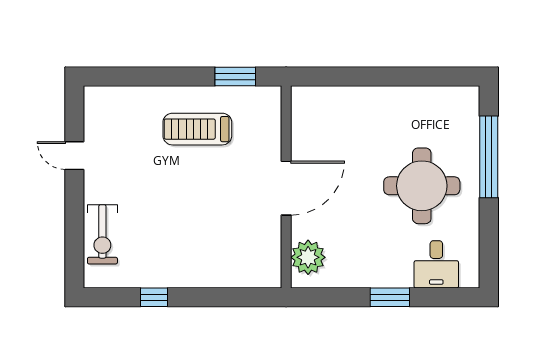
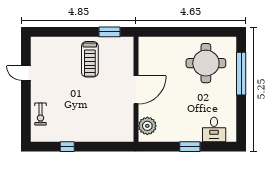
treadmill: (197, 129) -> (90, 59), turned -90
round table: (422, 186) -> (206, 63), moved
exercise bike: (102, 234) -> (41, 114), width x0.73, depth x0.72

